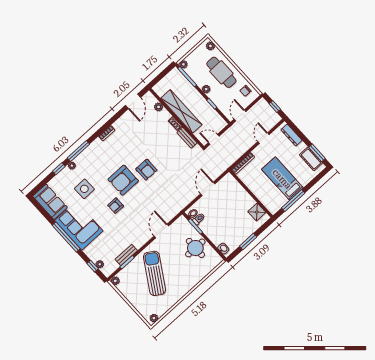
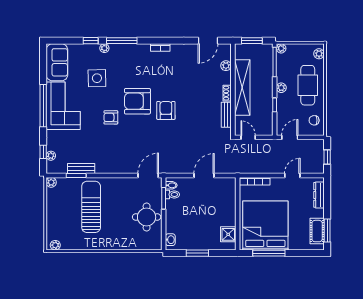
window: (161, 76) -> (252, 41), added
armchair: (146, 170) -> (166, 110), turned 180
bed: (282, 179) -> (265, 226), width x2.04
door: (161, 231) -> (148, 175), moved
sun lounger: (155, 273) -> (91, 207), turned -32

